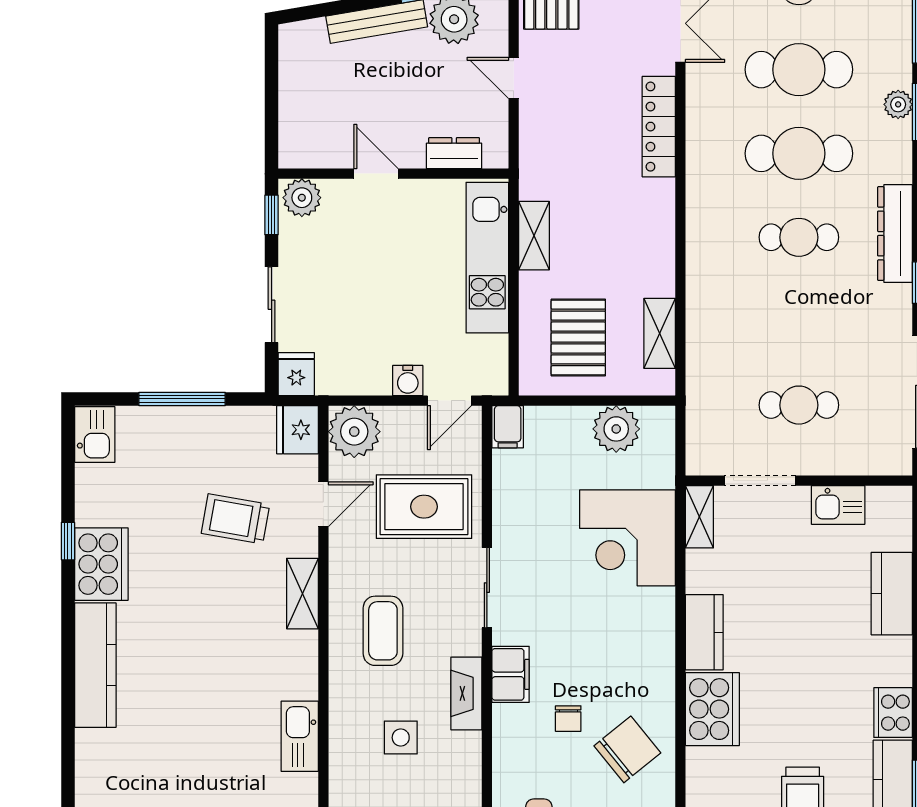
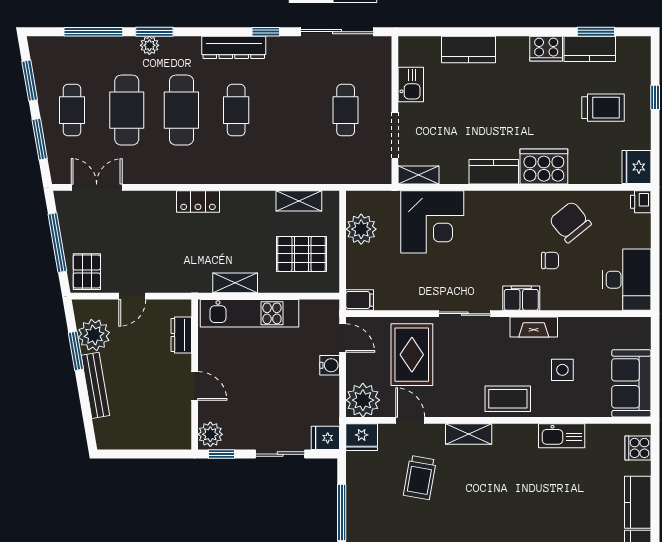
locker: (659, 127) -> (198, 201), moved, width x0.66
door: (376, 174) -> (195, 386), swing flipped
coffee table: (383, 631) -> (508, 399), moved

